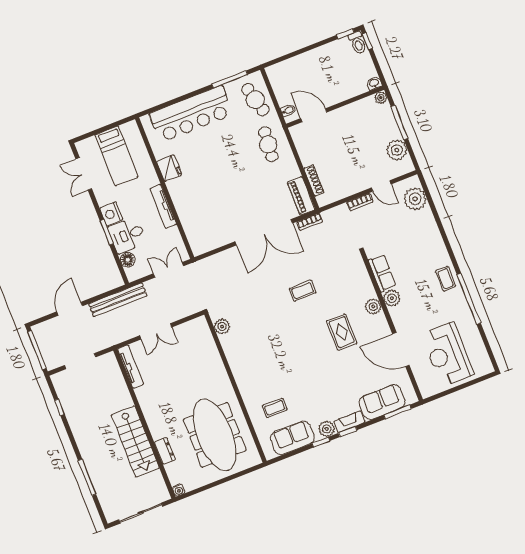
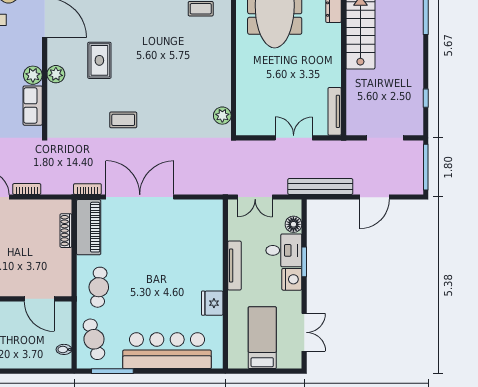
bidet: (288, 111) -> (64, 349), moved
piano: (301, 196) -> (89, 227), width x1.37, depth x1.33

